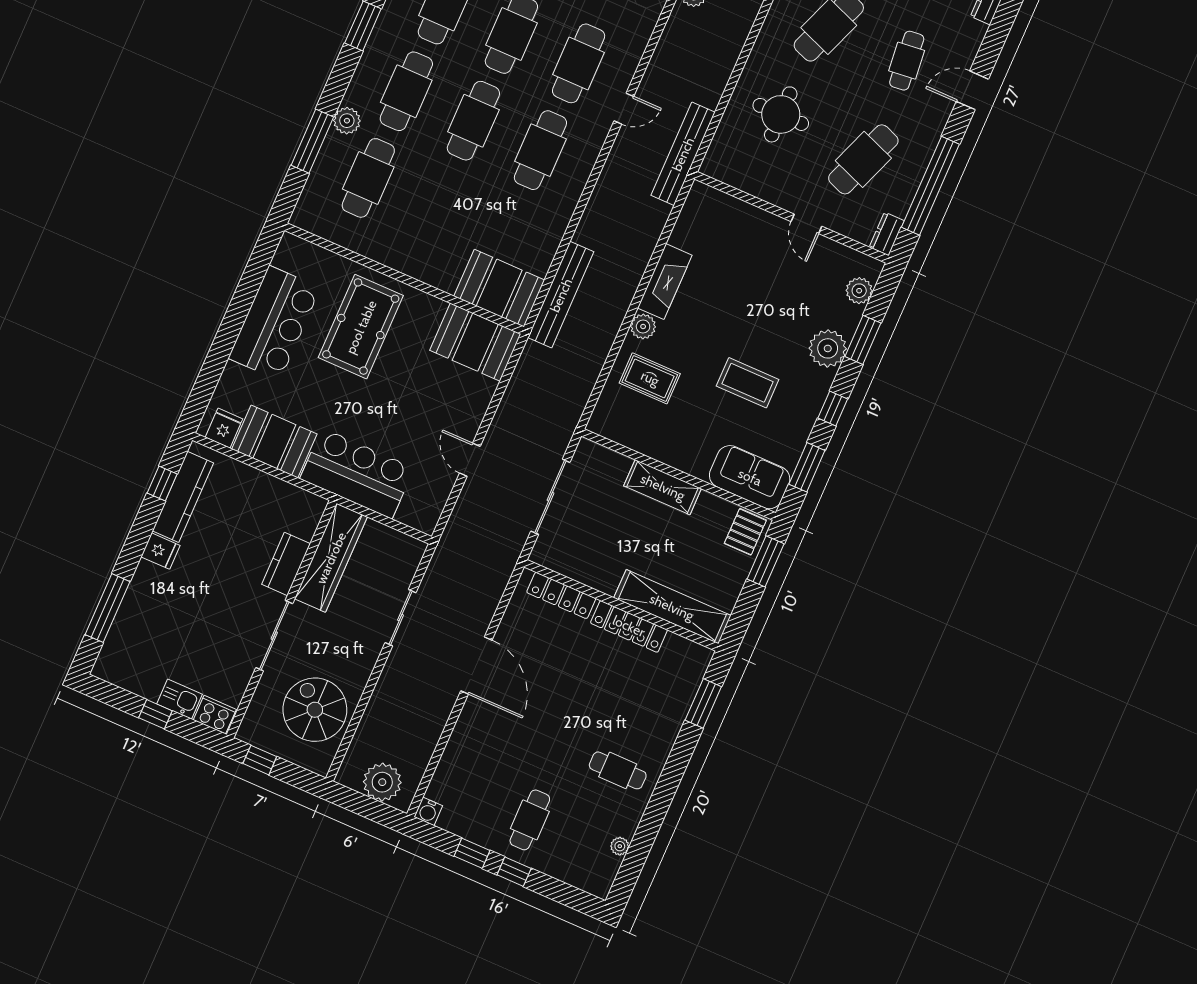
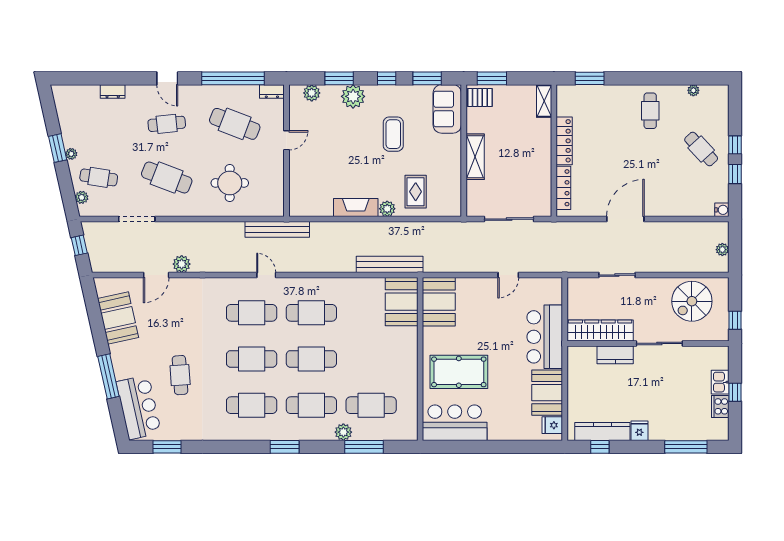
bar counter: (274, 323) -> (455, 423), moved
shelving: (672, 607) -> (544, 101), width x0.45, depth x0.75
cooker: (215, 715) -> (720, 406), moved
plant: (382, 782) -> (722, 250), width x0.53, depth x0.53
cafe table: (530, 820) -> (701, 149), turned 47

